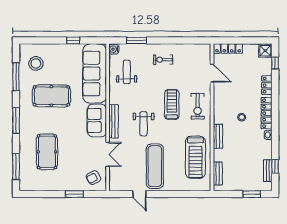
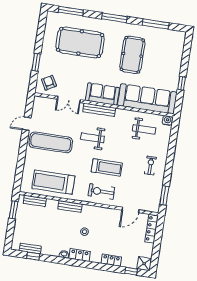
window: (137, 40) -> (164, 195), moved
stool: (36, 63) -> (165, 45), removed
locker: (267, 113) -> (79, 255), width x0.66
pool table: (47, 152) -> (80, 42), width x1.36, depth x1.32
window: (252, 194) -> (14, 210), moved

